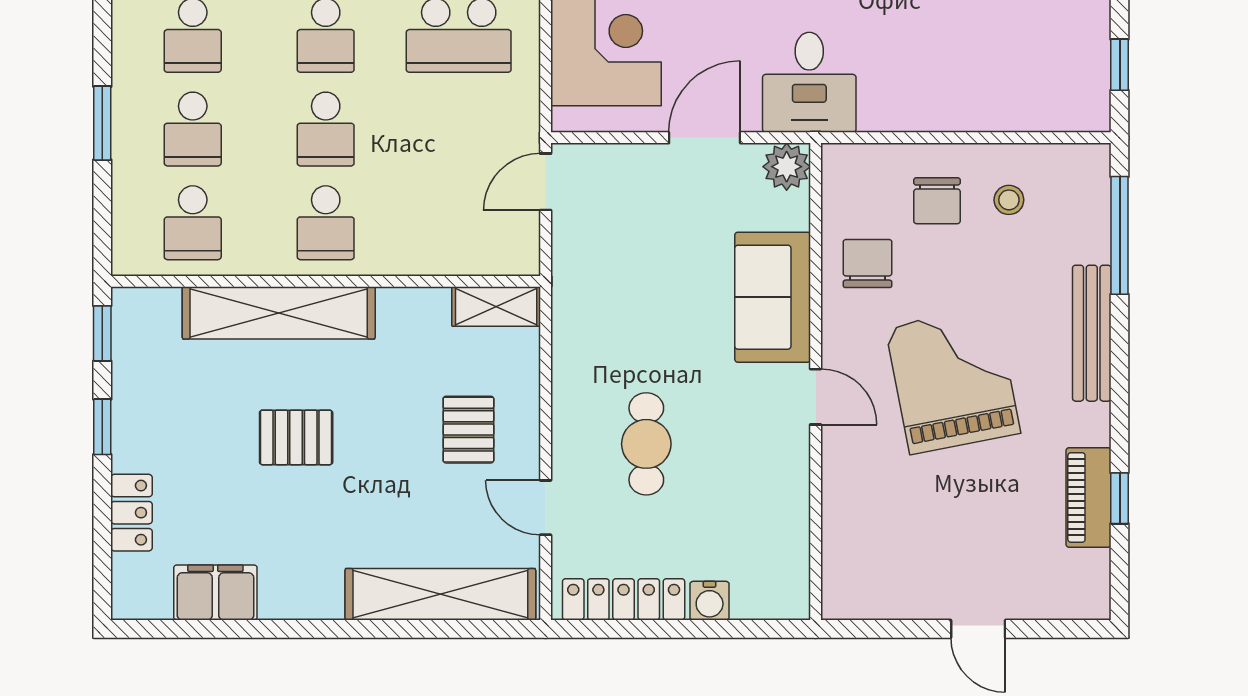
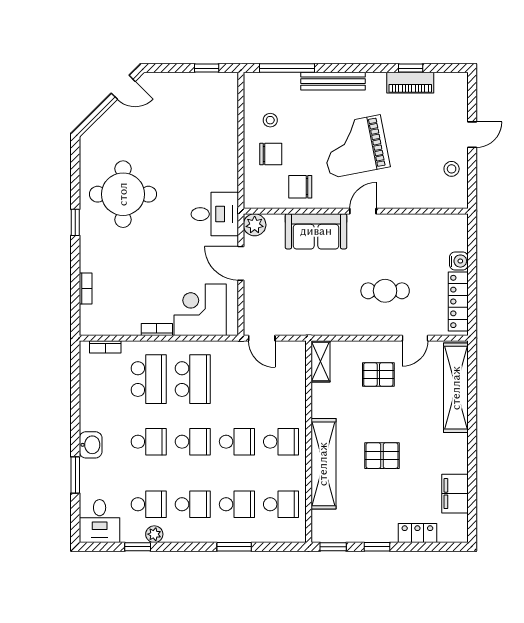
pallet: (296, 437) -> (382, 456), turned 90
stool: (905, 585) -> (452, 169), added

